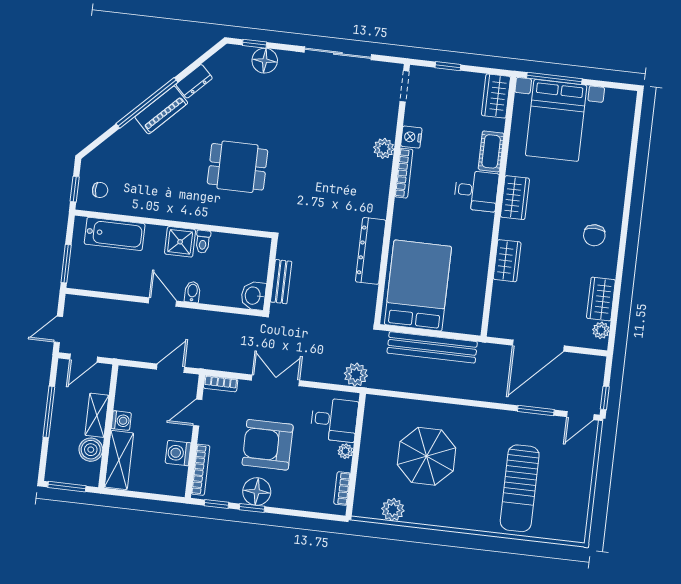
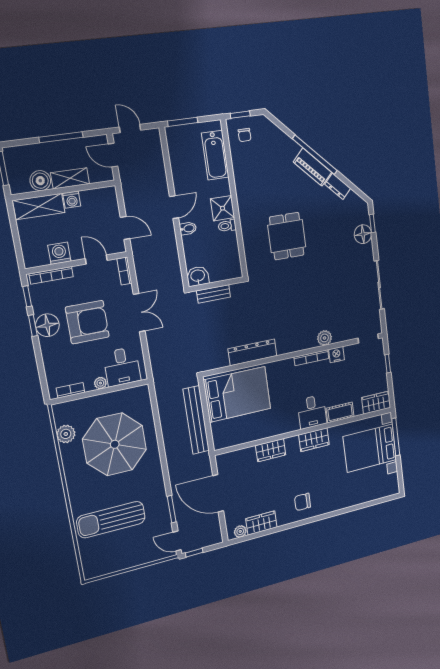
plant: (356, 375) -> (161, 372), removed
armchair: (268, 445) -> (87, 322), turned 90
parasol: (427, 456) -> (115, 444), width x1.36, depth x1.36

